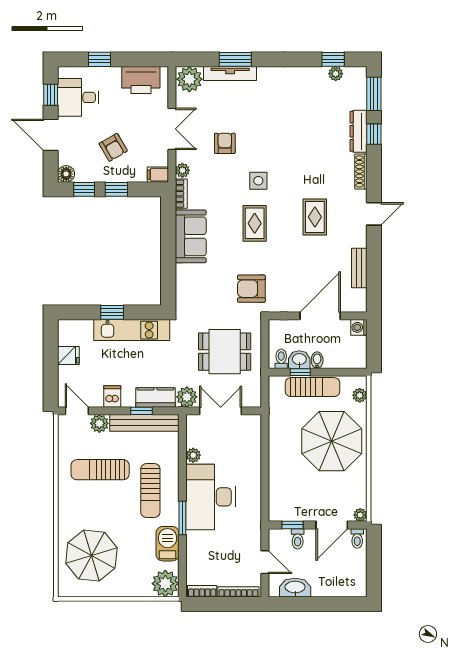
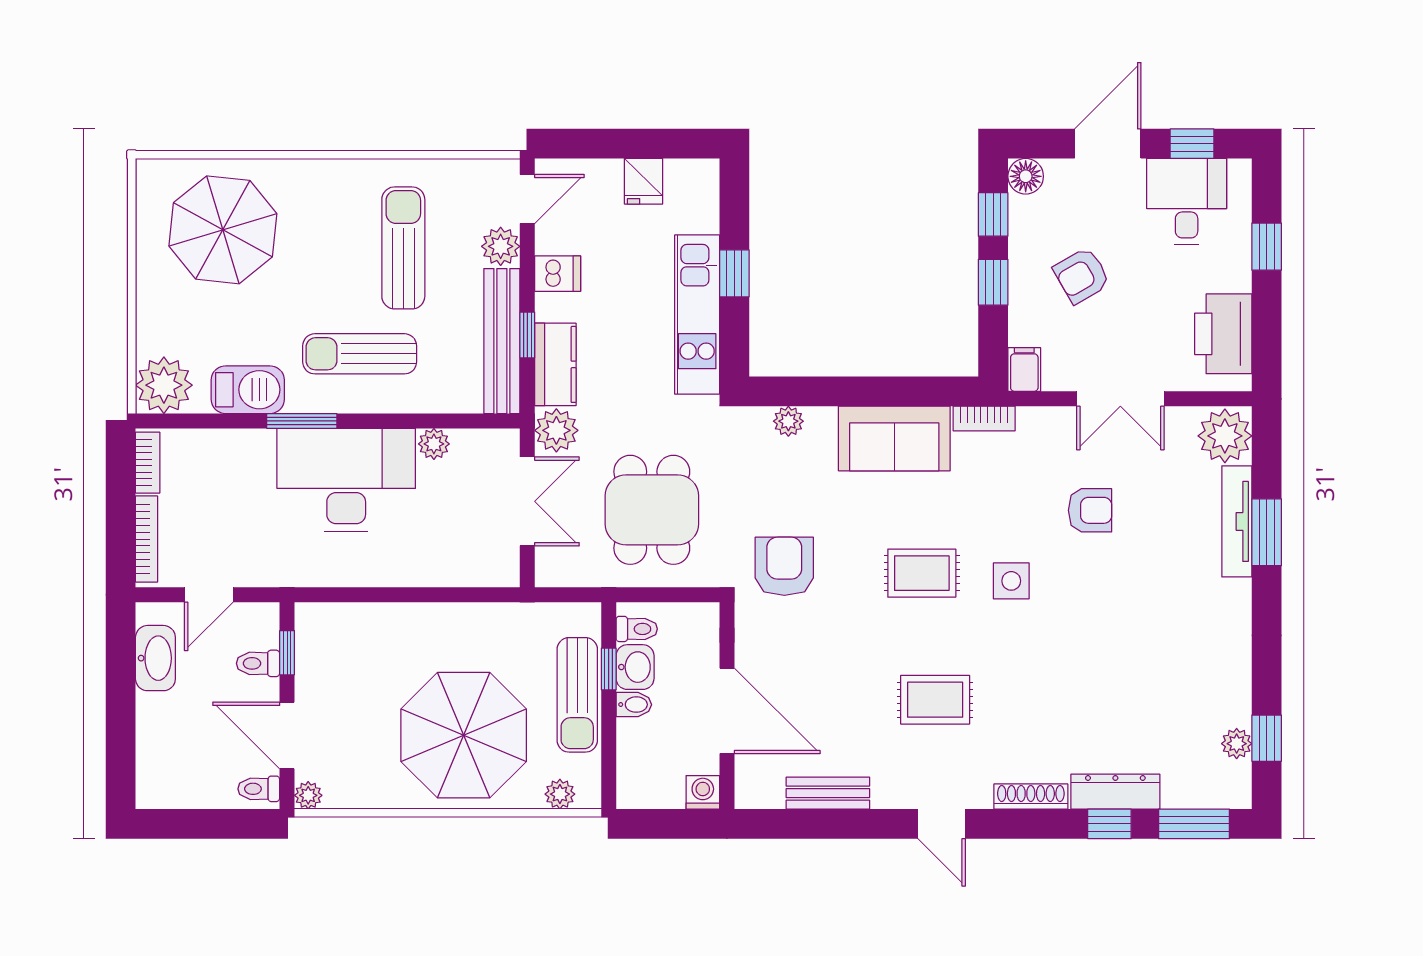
plant: (182, 170) -> (788, 421), moved

